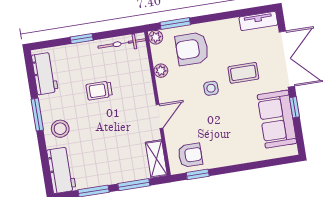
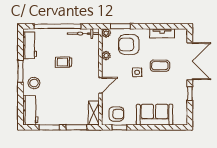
tv unit: (258, 21) -> (162, 33), moved
window: (82, 39) -> (57, 26), width x3.17
sofa: (277, 119) -> (155, 115), moved, turned 90

